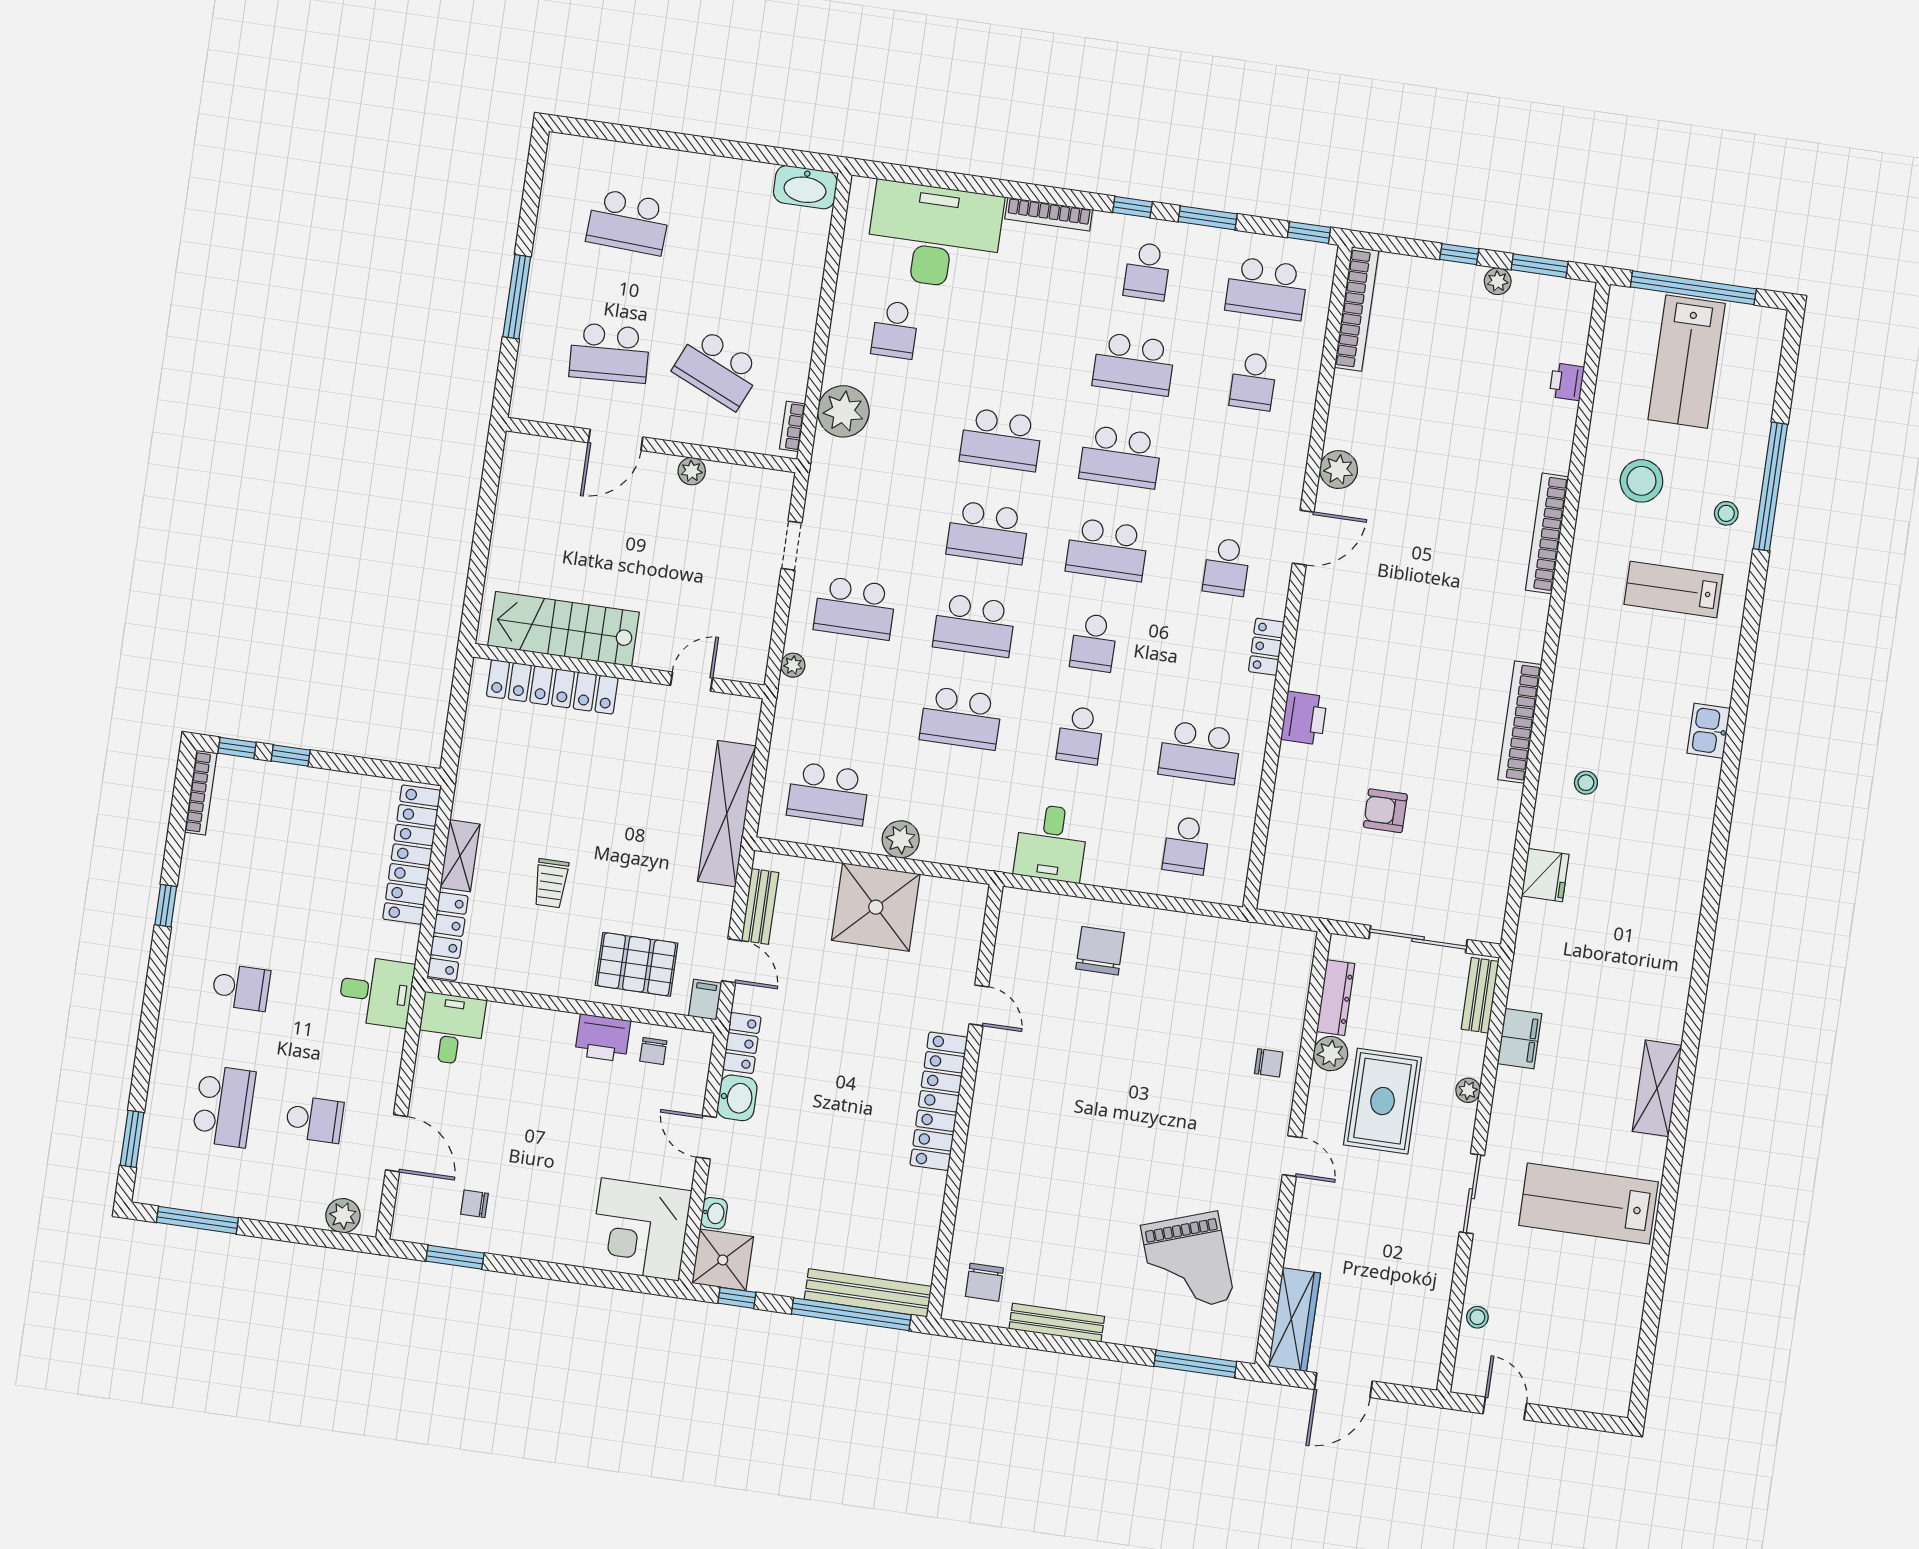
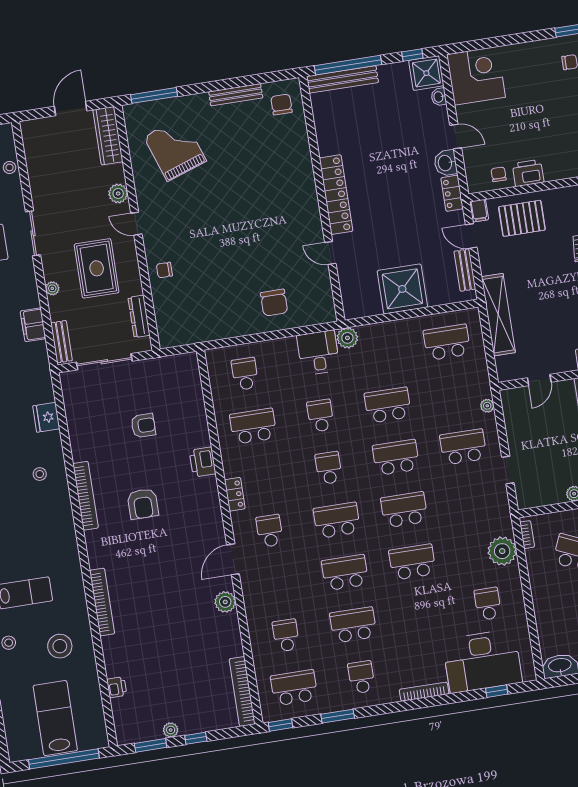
window: (1132, 207) -> (497, 691), moved
armchair: (1427, 679) -> (143, 504), added
plant: (901, 839) -> (347, 338), moved
plant: (1331, 1054) -> (118, 193), moved

